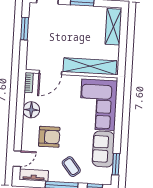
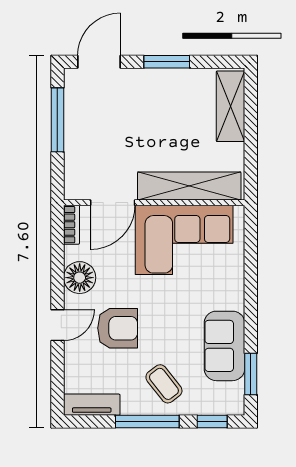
window: (25, 29) -> (57, 120), width x1.44
corner sofa: (98, 105) -> (184, 240), moved, turned -90
door: (17, 159) -> (57, 325), moved

